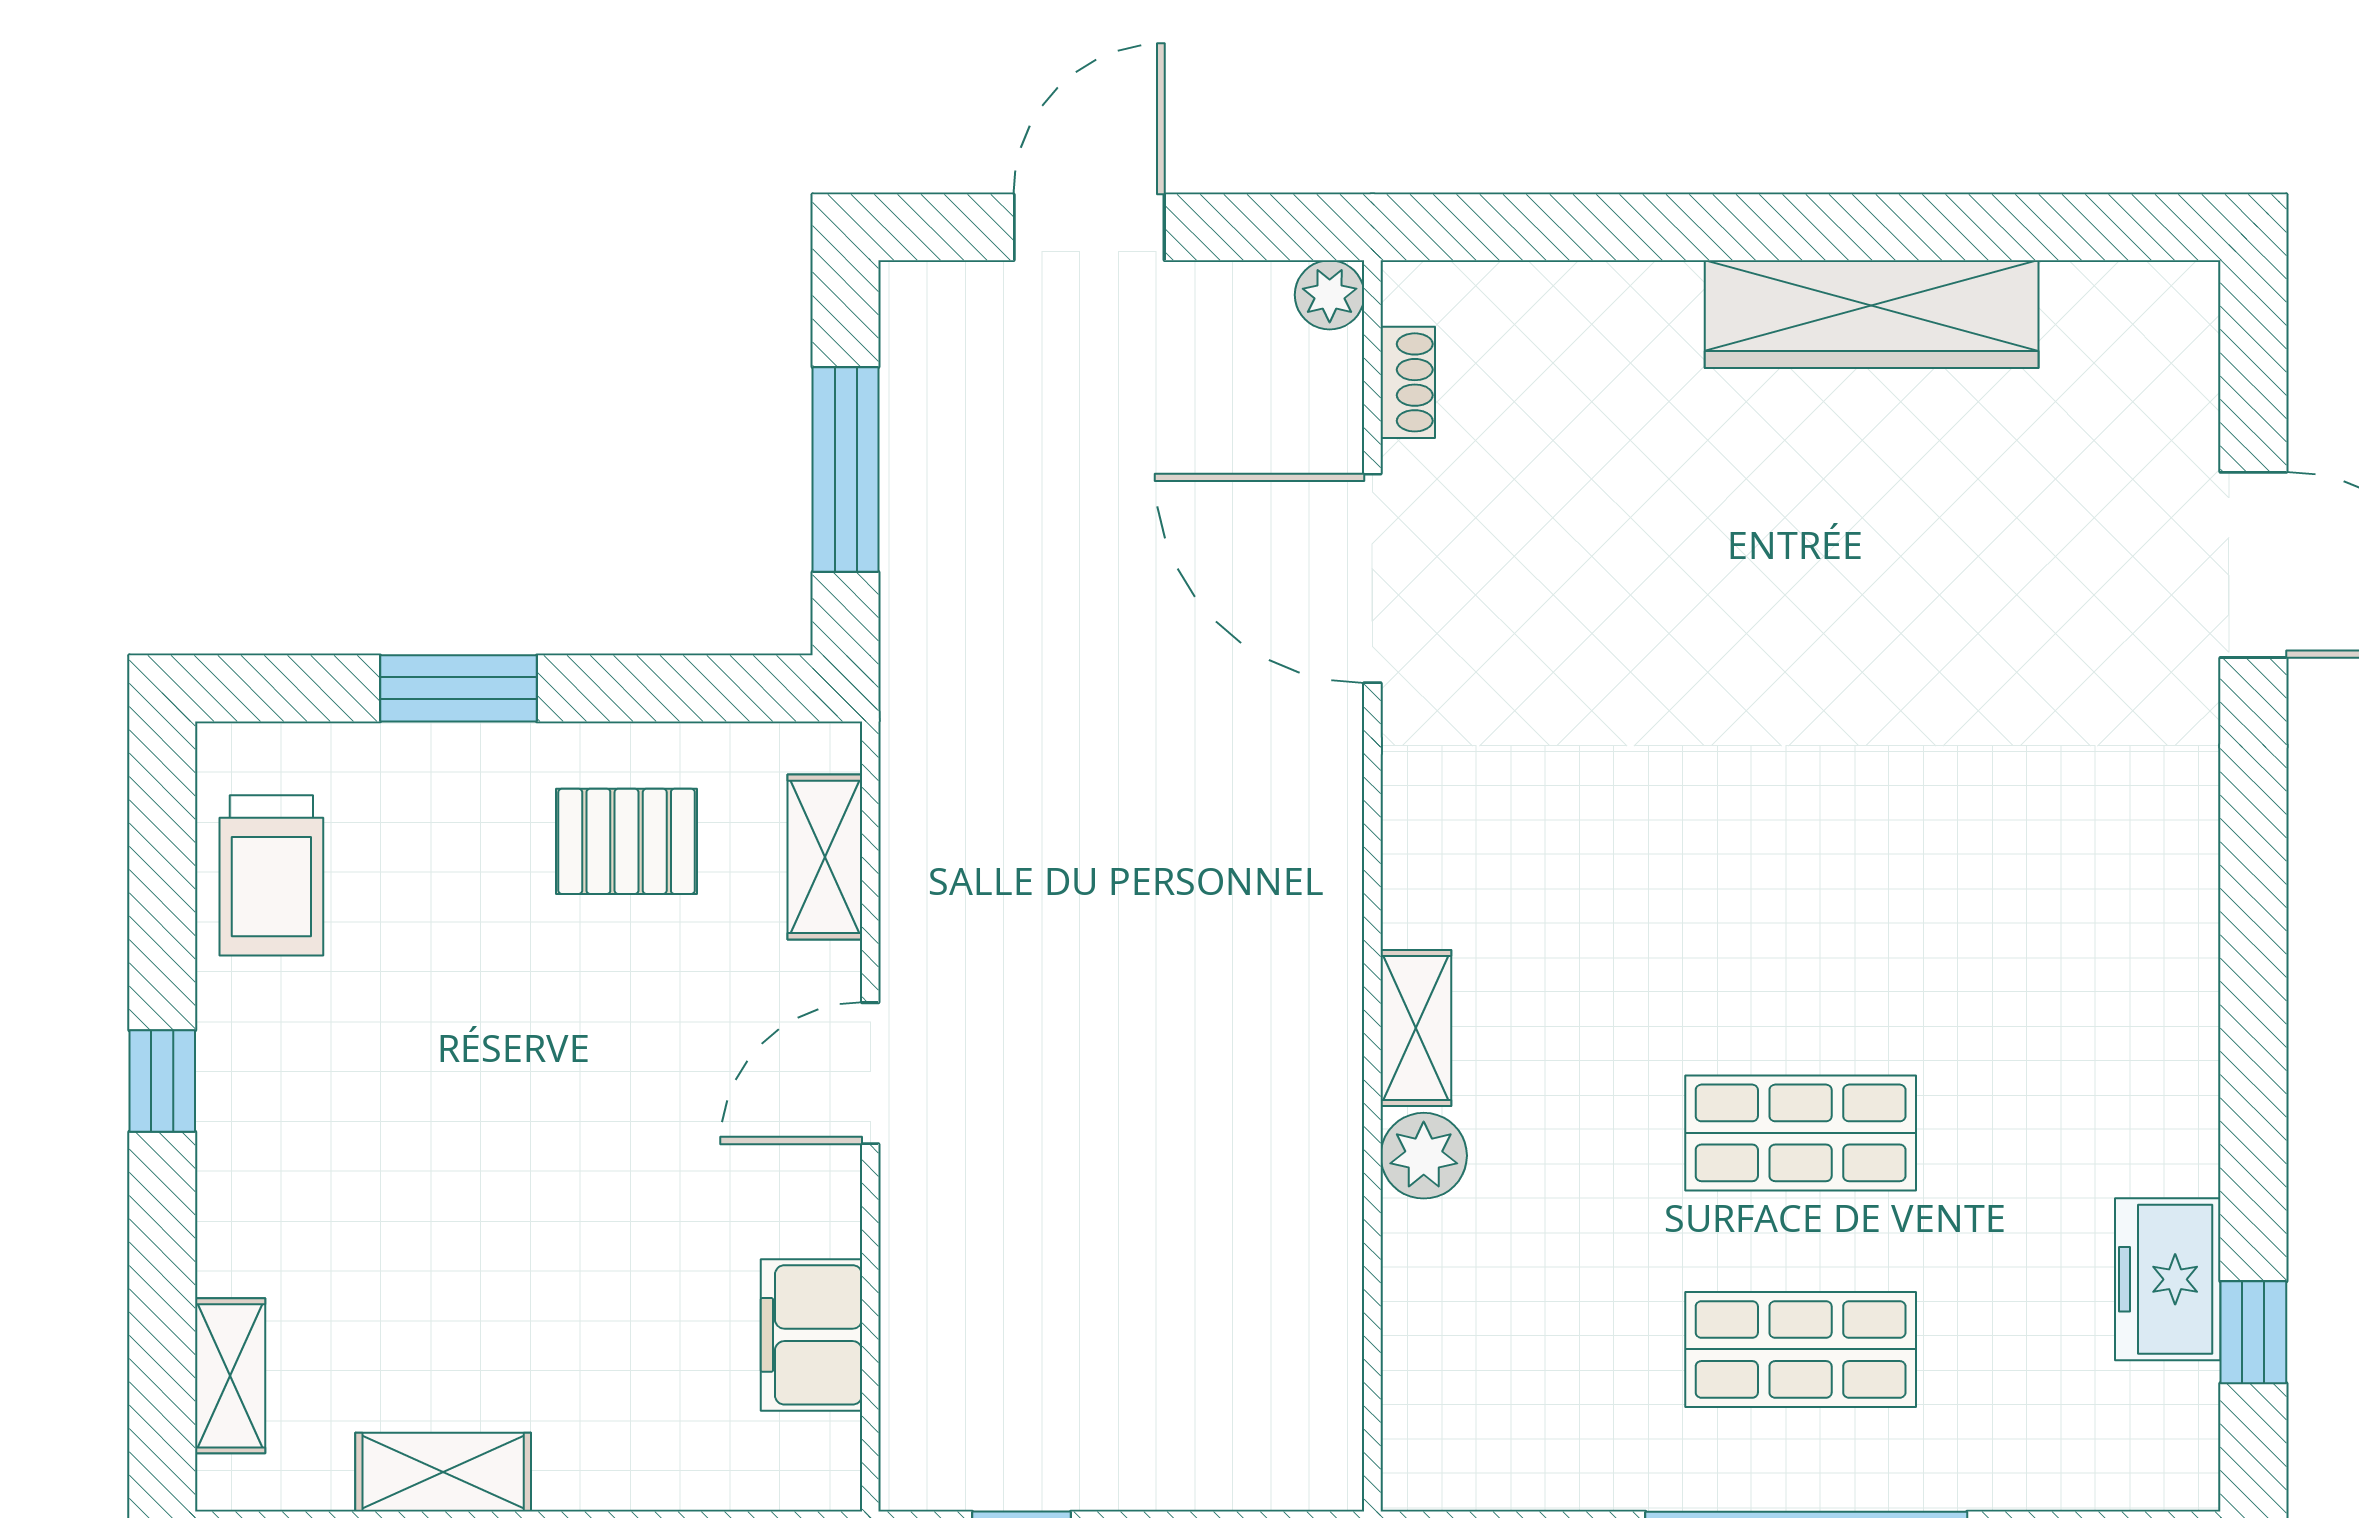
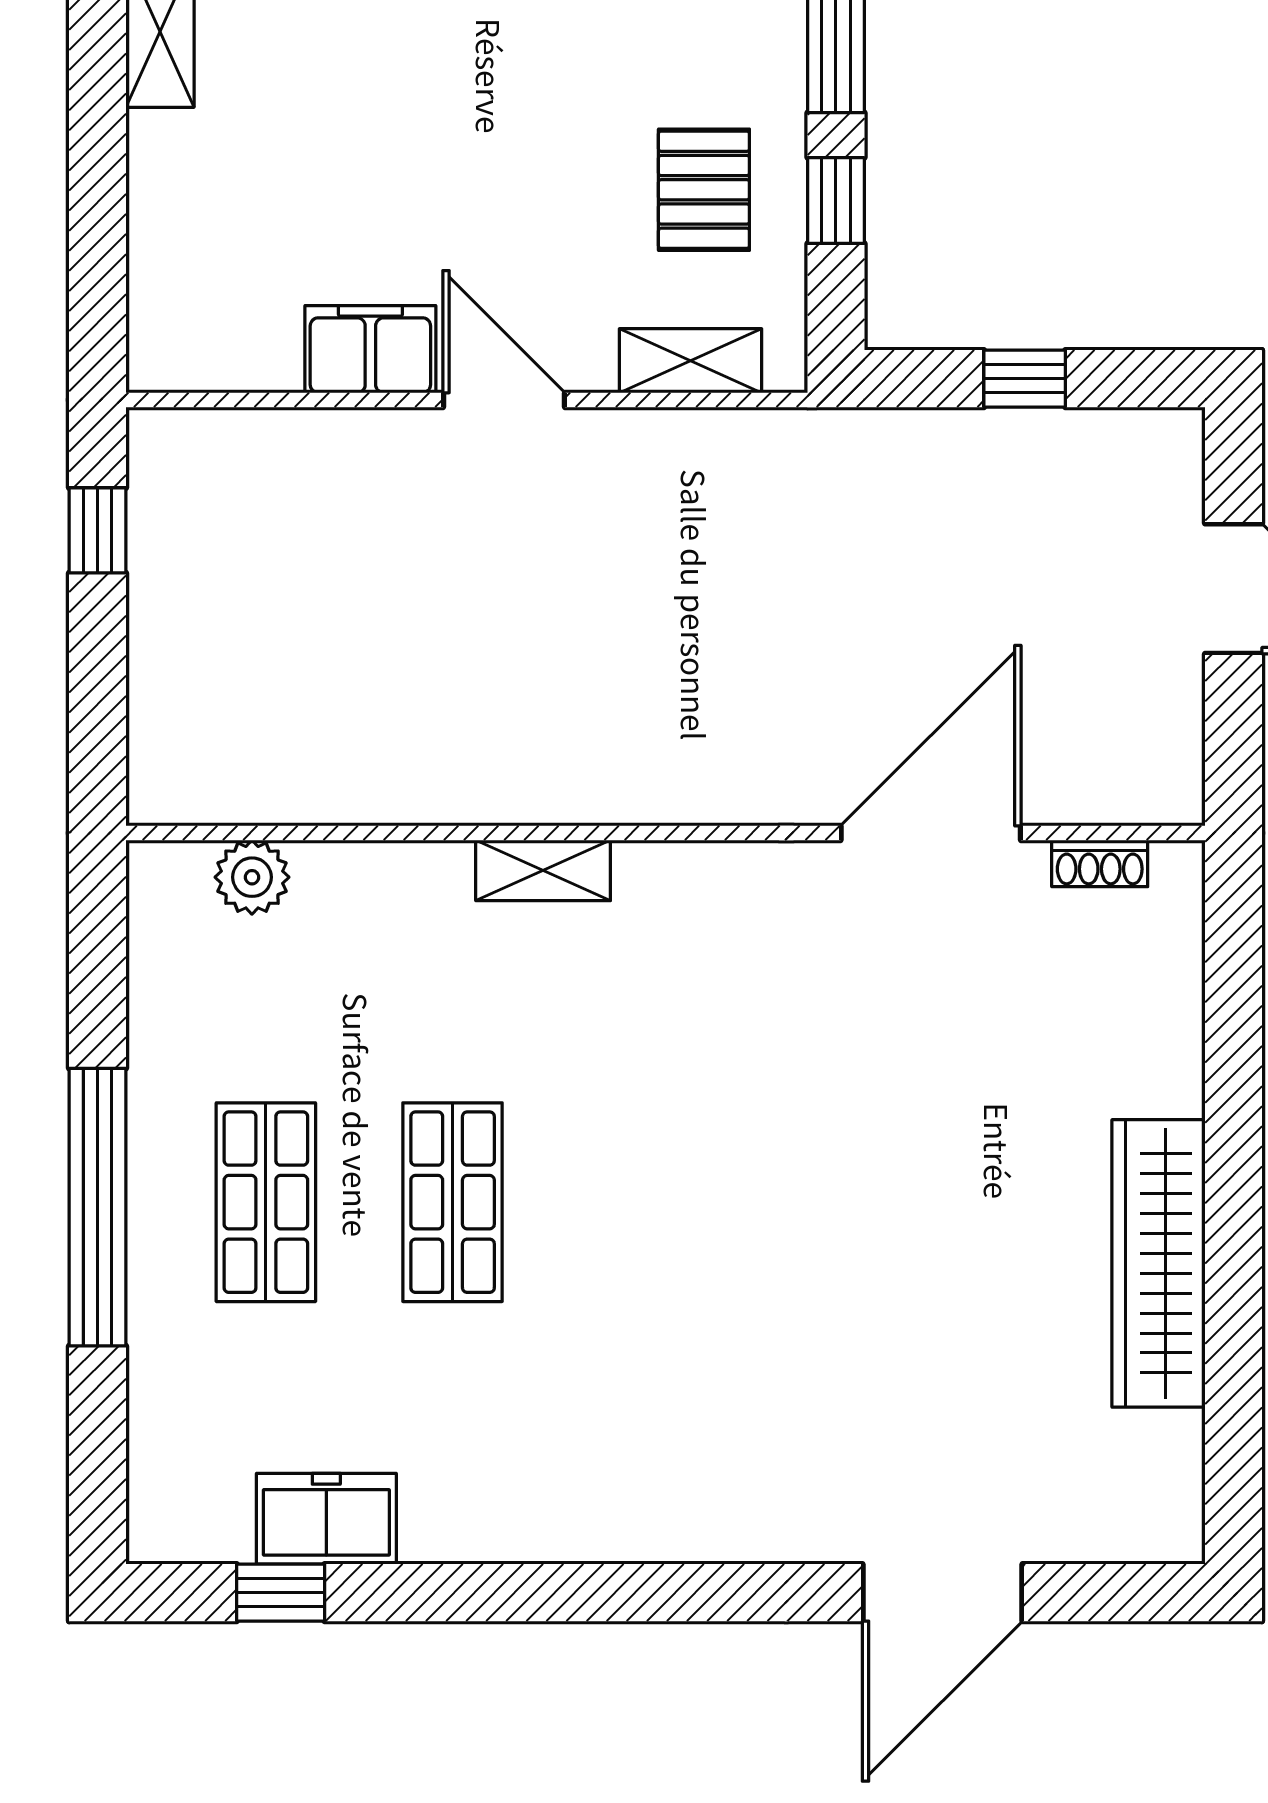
plant: (1330, 295) -> (1175, 796), removed
window: (846, 470) -> (1025, 379), width x0.46
window: (639, 688) -> (836, 201), added
plant: (1424, 1156) -> (252, 877), moved
filing cabinet: (811, 1335) -> (370, 349), moved

